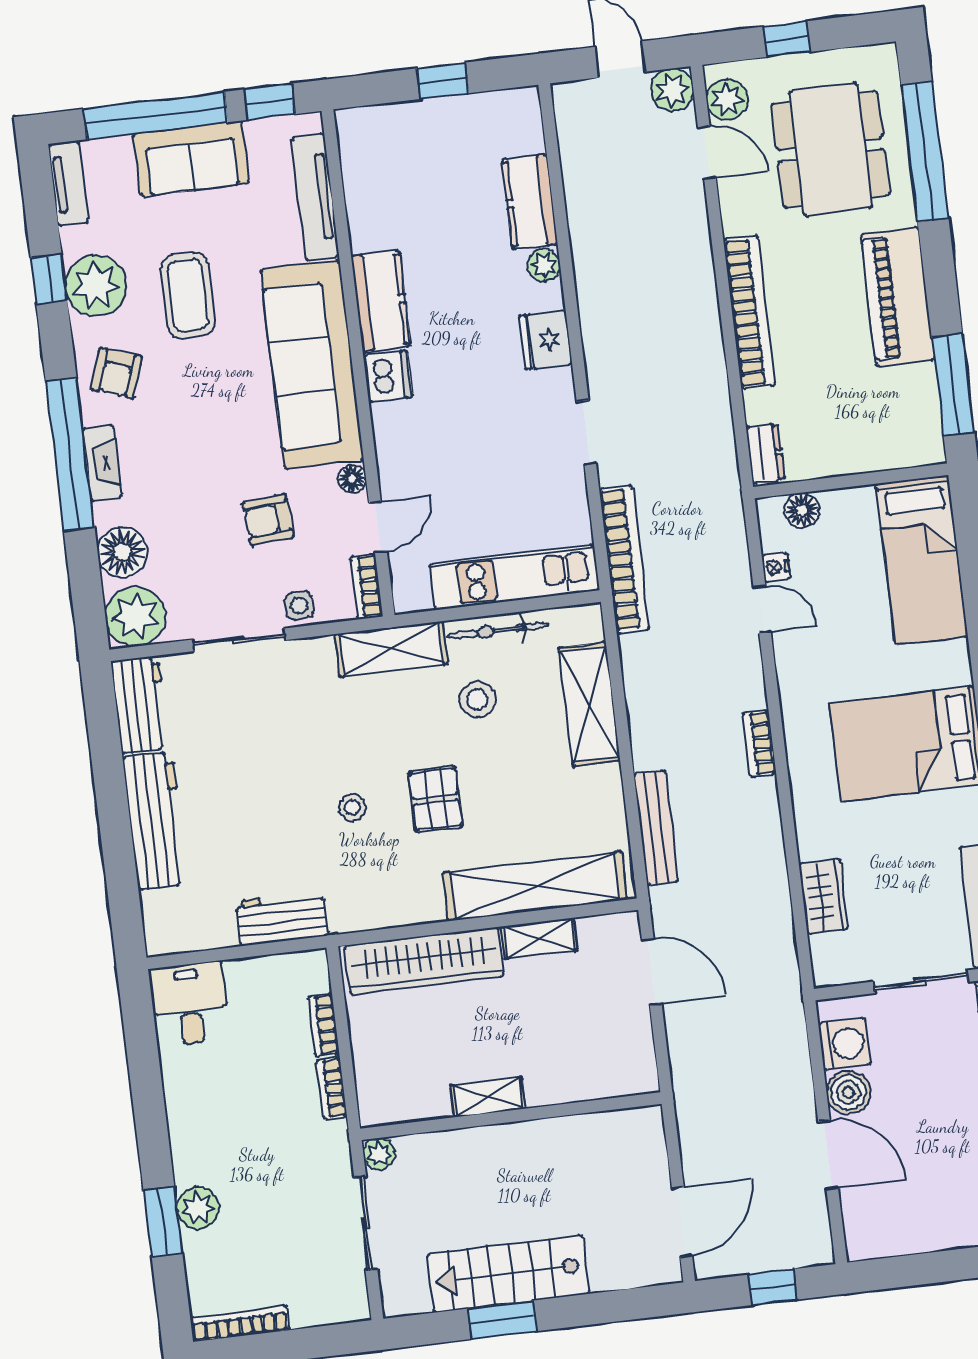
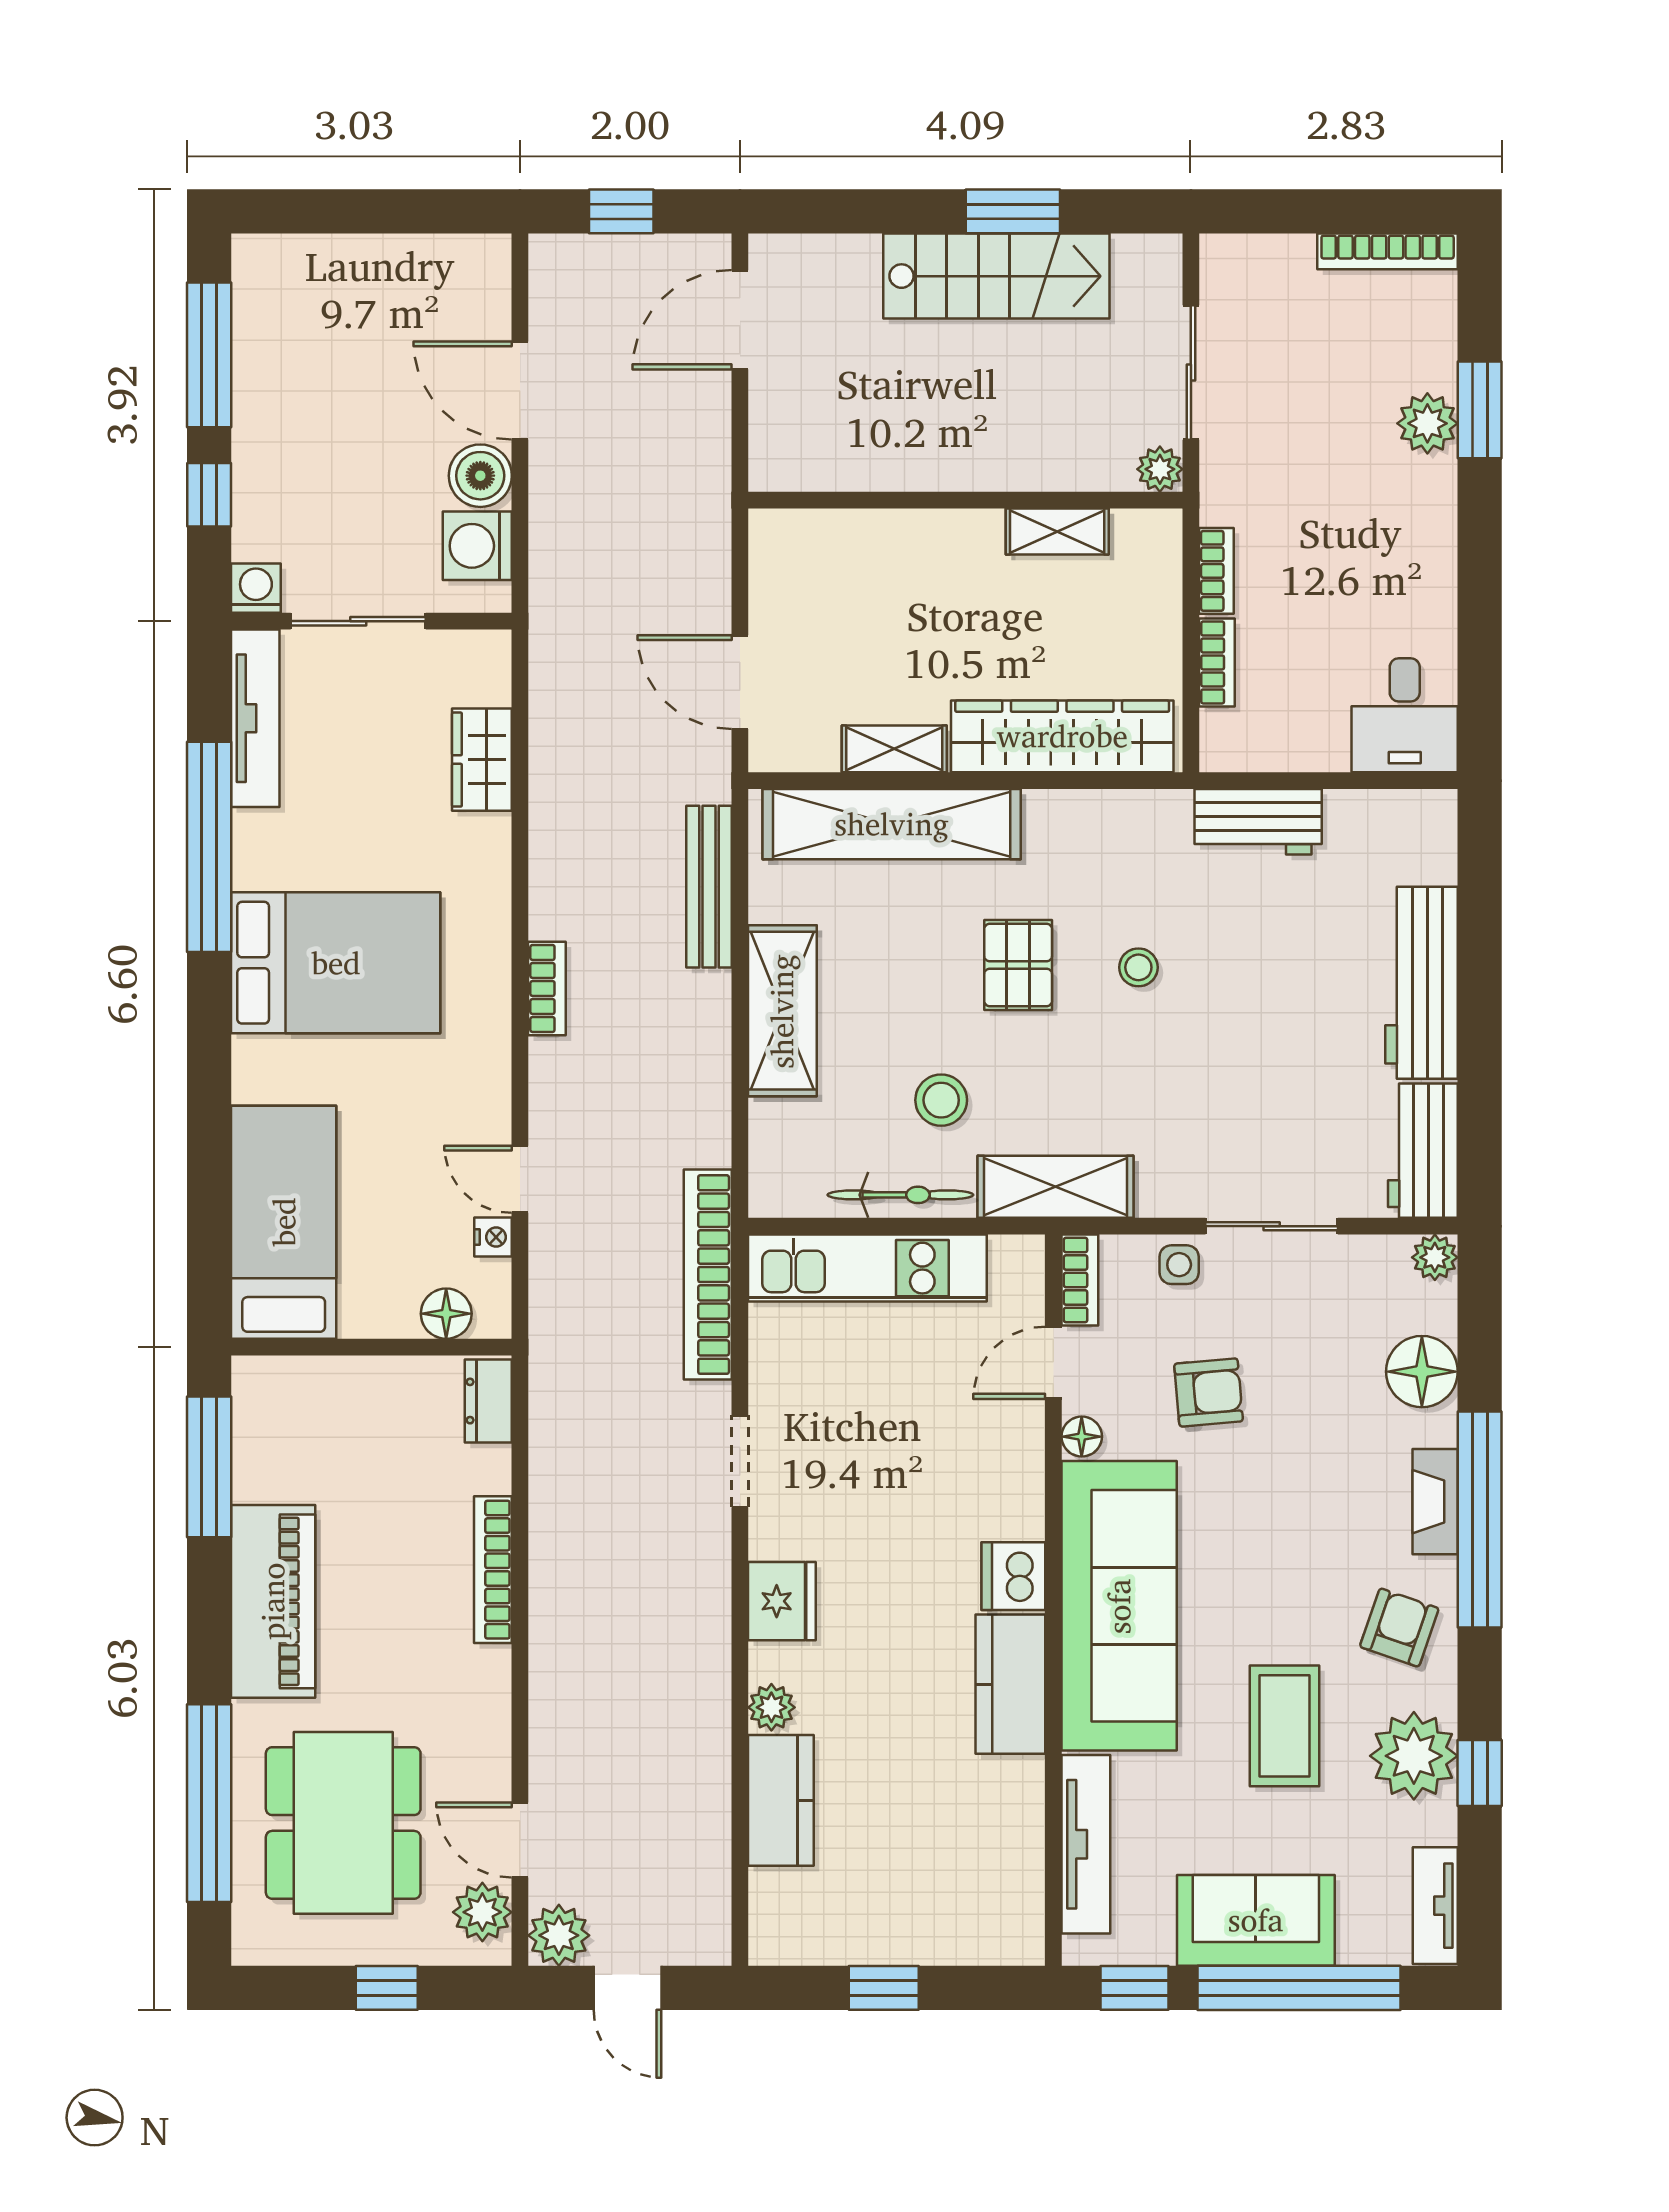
bookcase: (749, 312) -> (493, 1570), width x0.68, depth x0.76
plant: (135, 617) -> (1435, 1257), width x0.53, depth x0.53
shelving: (589, 704) -> (782, 1011), moved
shelving: (488, 1097) -> (1057, 532), moved

